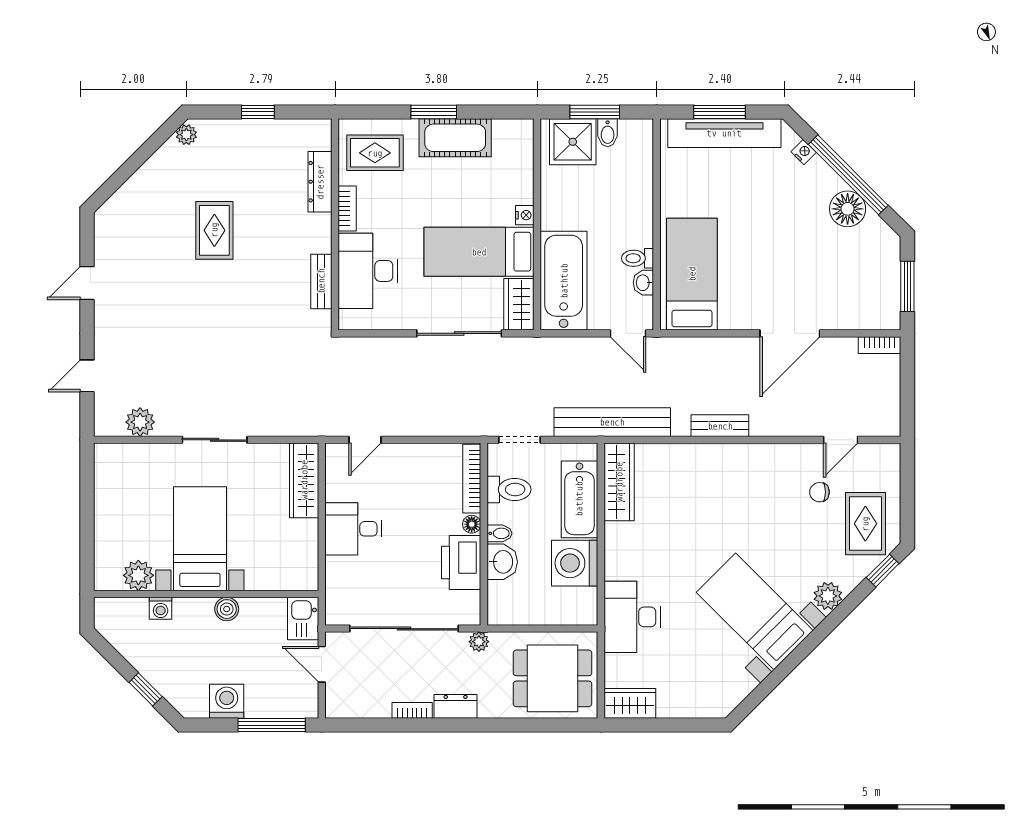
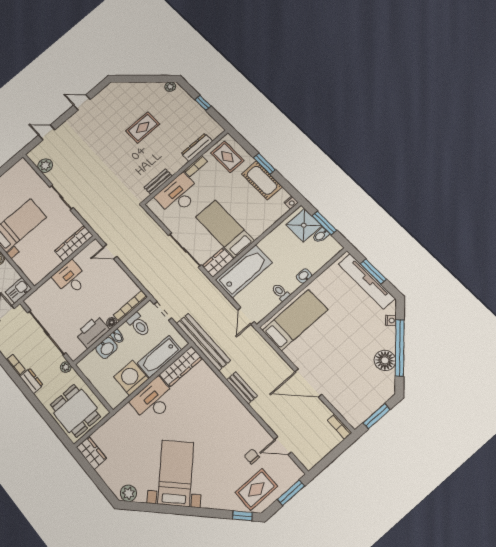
nightstand: (525, 215) -> (291, 203), moved
washbasin: (643, 283) -> (304, 276), moved
window: (907, 483) -> (291, 493), added
plant: (828, 596) -> (128, 493), moved
desk: (632, 617) -> (153, 400), moved

